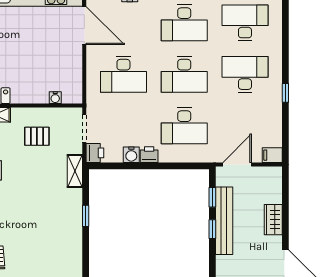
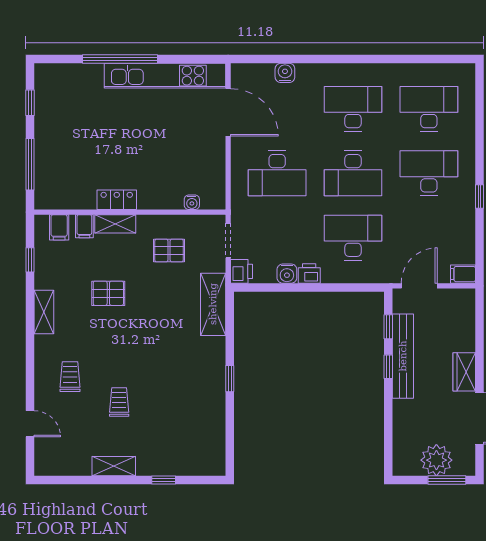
desk: (184, 23) -> (353, 109), turned 180
desk: (184, 126) -> (353, 238), turned 180
shelving: (75, 171) -> (213, 304), width x1.50, depth x1.33
window: (86, 216) -> (230, 379), moved
wardrobe: (273, 220) -> (464, 372), moved

